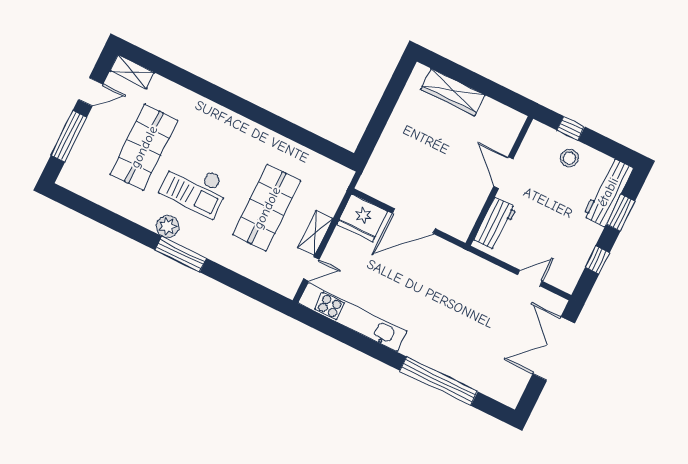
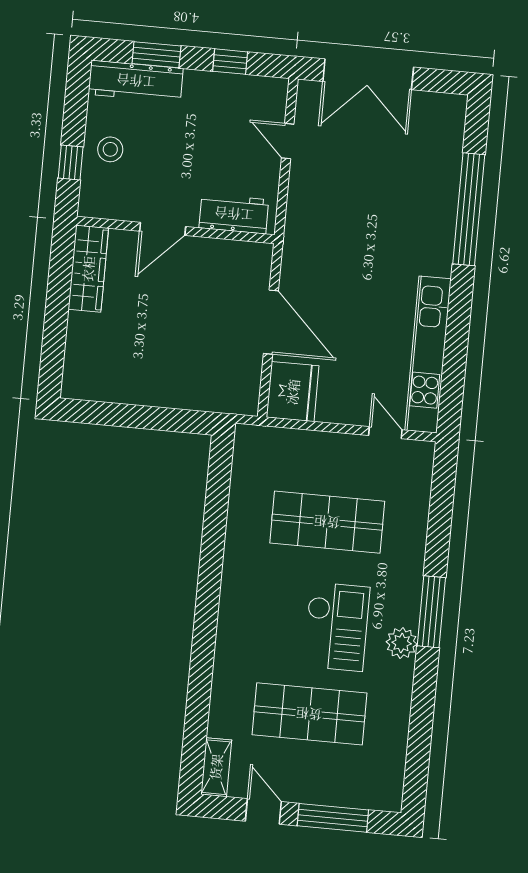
wardrobe: (453, 92) -> (88, 269), moved
shelving: (315, 233) -> (336, 446), removed

